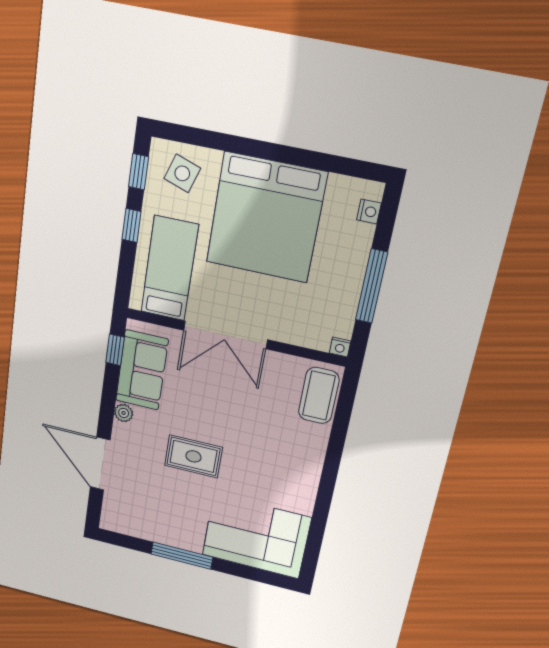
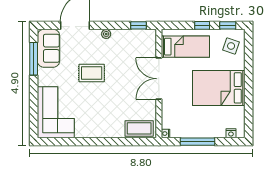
bed: (266, 218) -> (219, 88), width x0.73
sofa: (142, 370) -> (48, 48), moved, turned -90
rug: (193, 456) -> (92, 73), turned 90
window: (182, 556) -> (34, 59), moved

